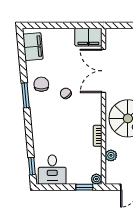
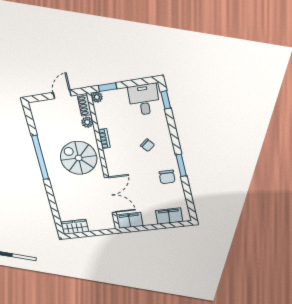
filing cabinet: (33, 47) -> (169, 216), moved, turned 95
chair: (66, 93) -> (148, 145), moved
shoe rack: (110, 173) -> (85, 106), added

